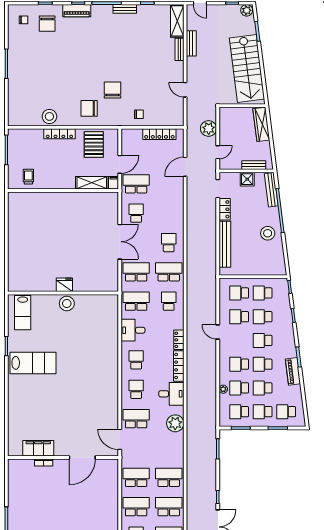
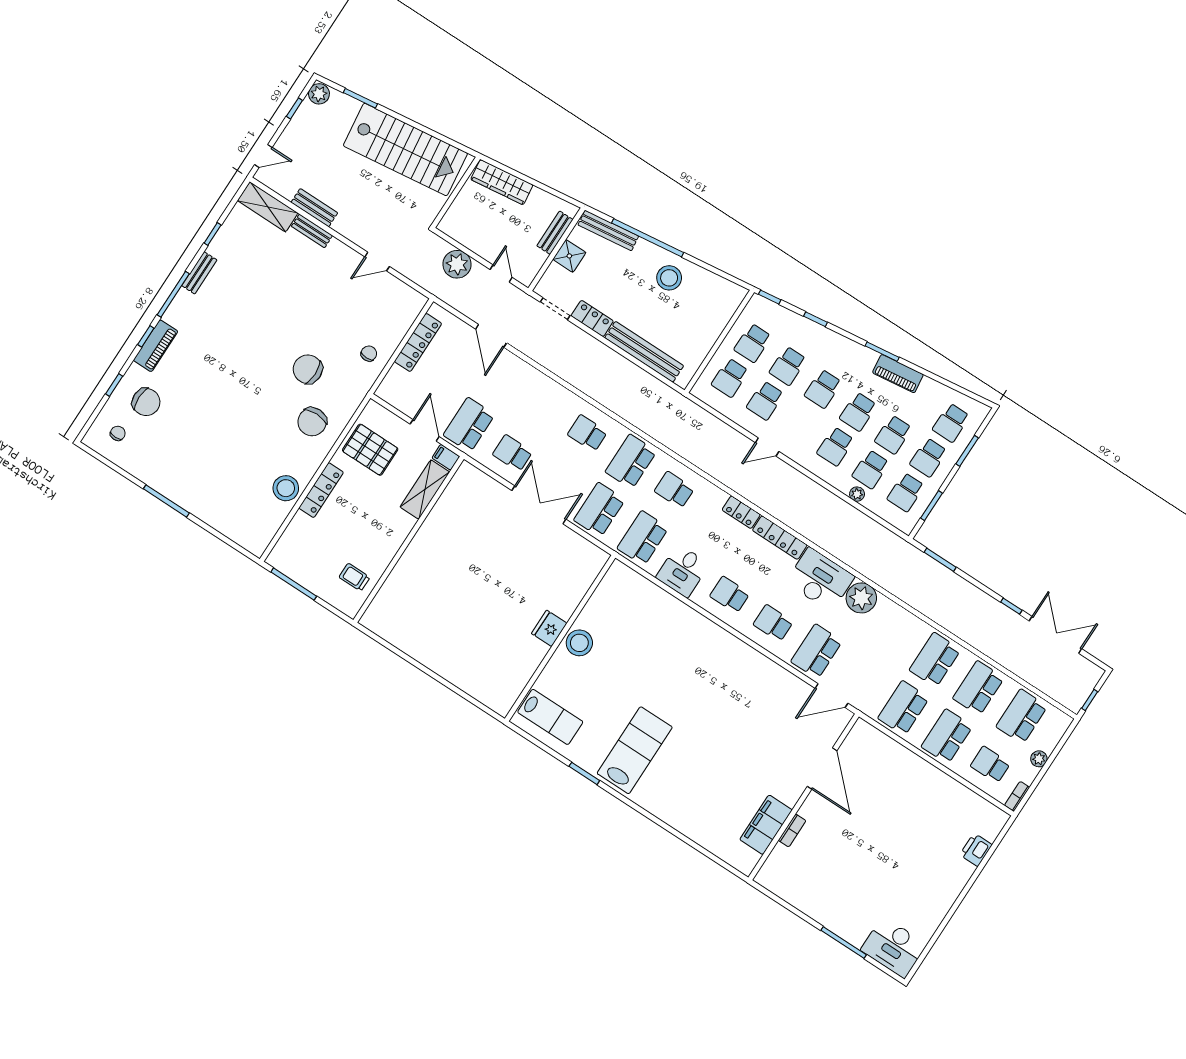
desk: (171, 394) -> (820, 579), width x1.37

